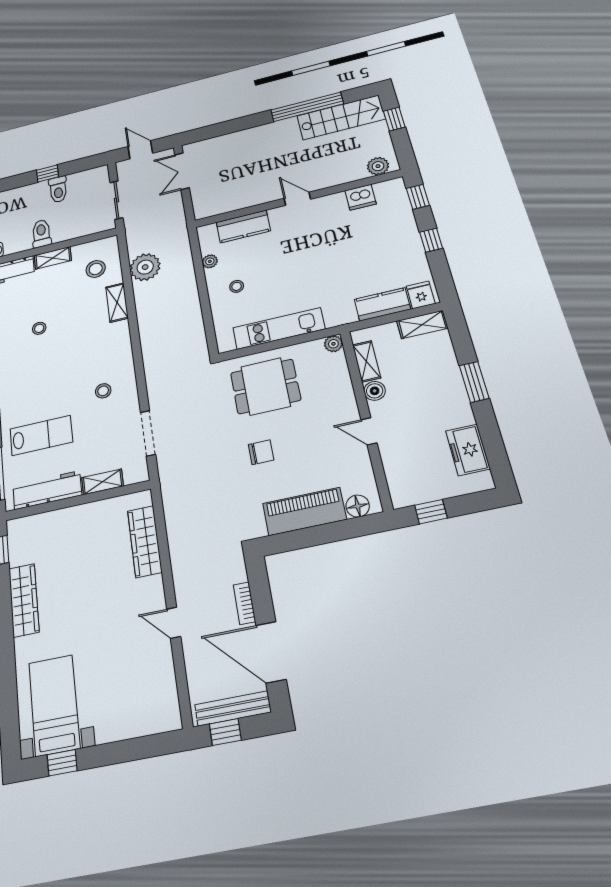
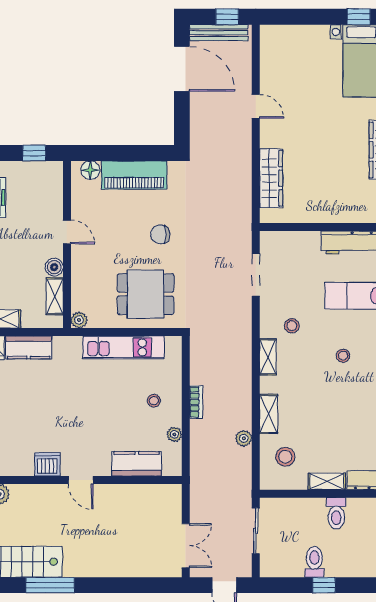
window: (307, 107) -> (50, 585), width x0.68
dishwasher: (360, 197) -> (47, 464), moved
plant: (145, 267) -> (244, 438), width x0.53, depth x0.53
stool: (39, 328) -> (343, 356), moved
shelving: (103, 482) -> (268, 357), moved, turned 90
bookcase: (244, 603) -> (196, 402), moved

